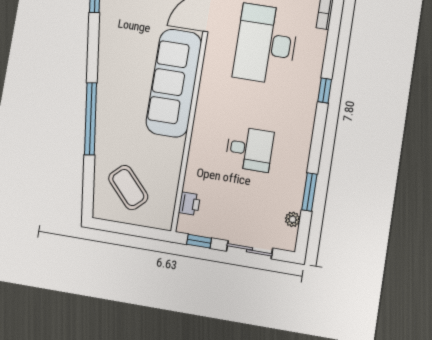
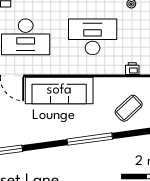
desk: (249, 149) -> (93, 37), width x1.87, depth x1.30

